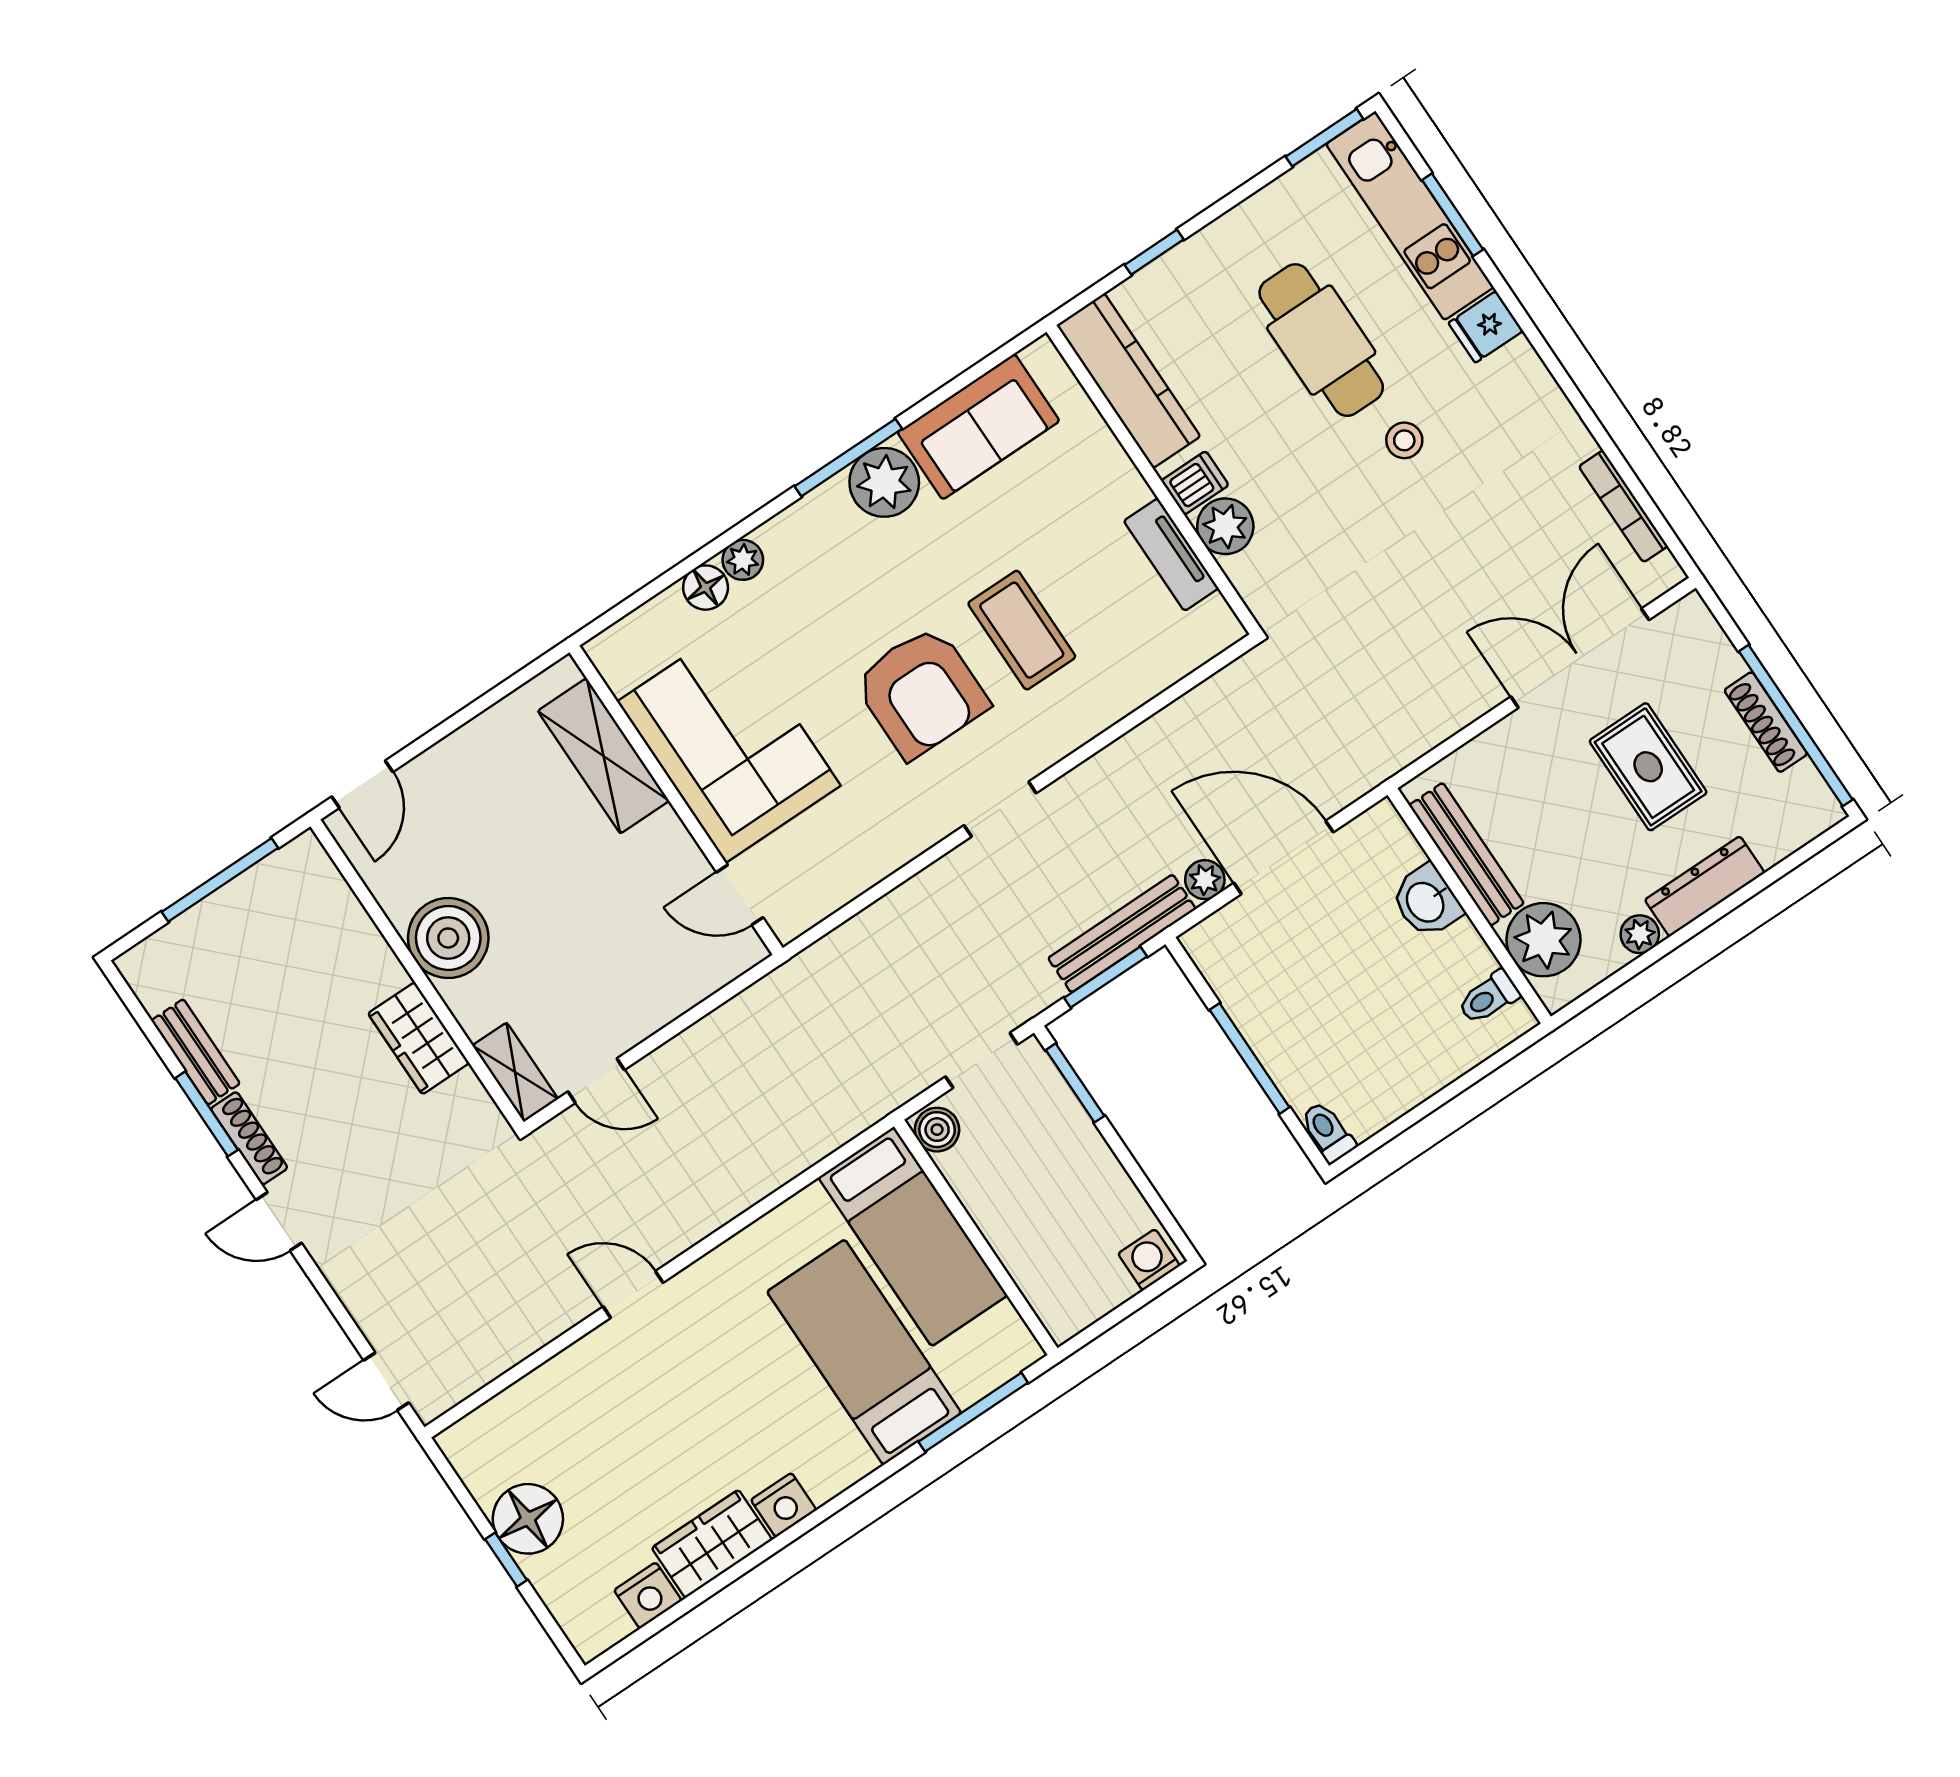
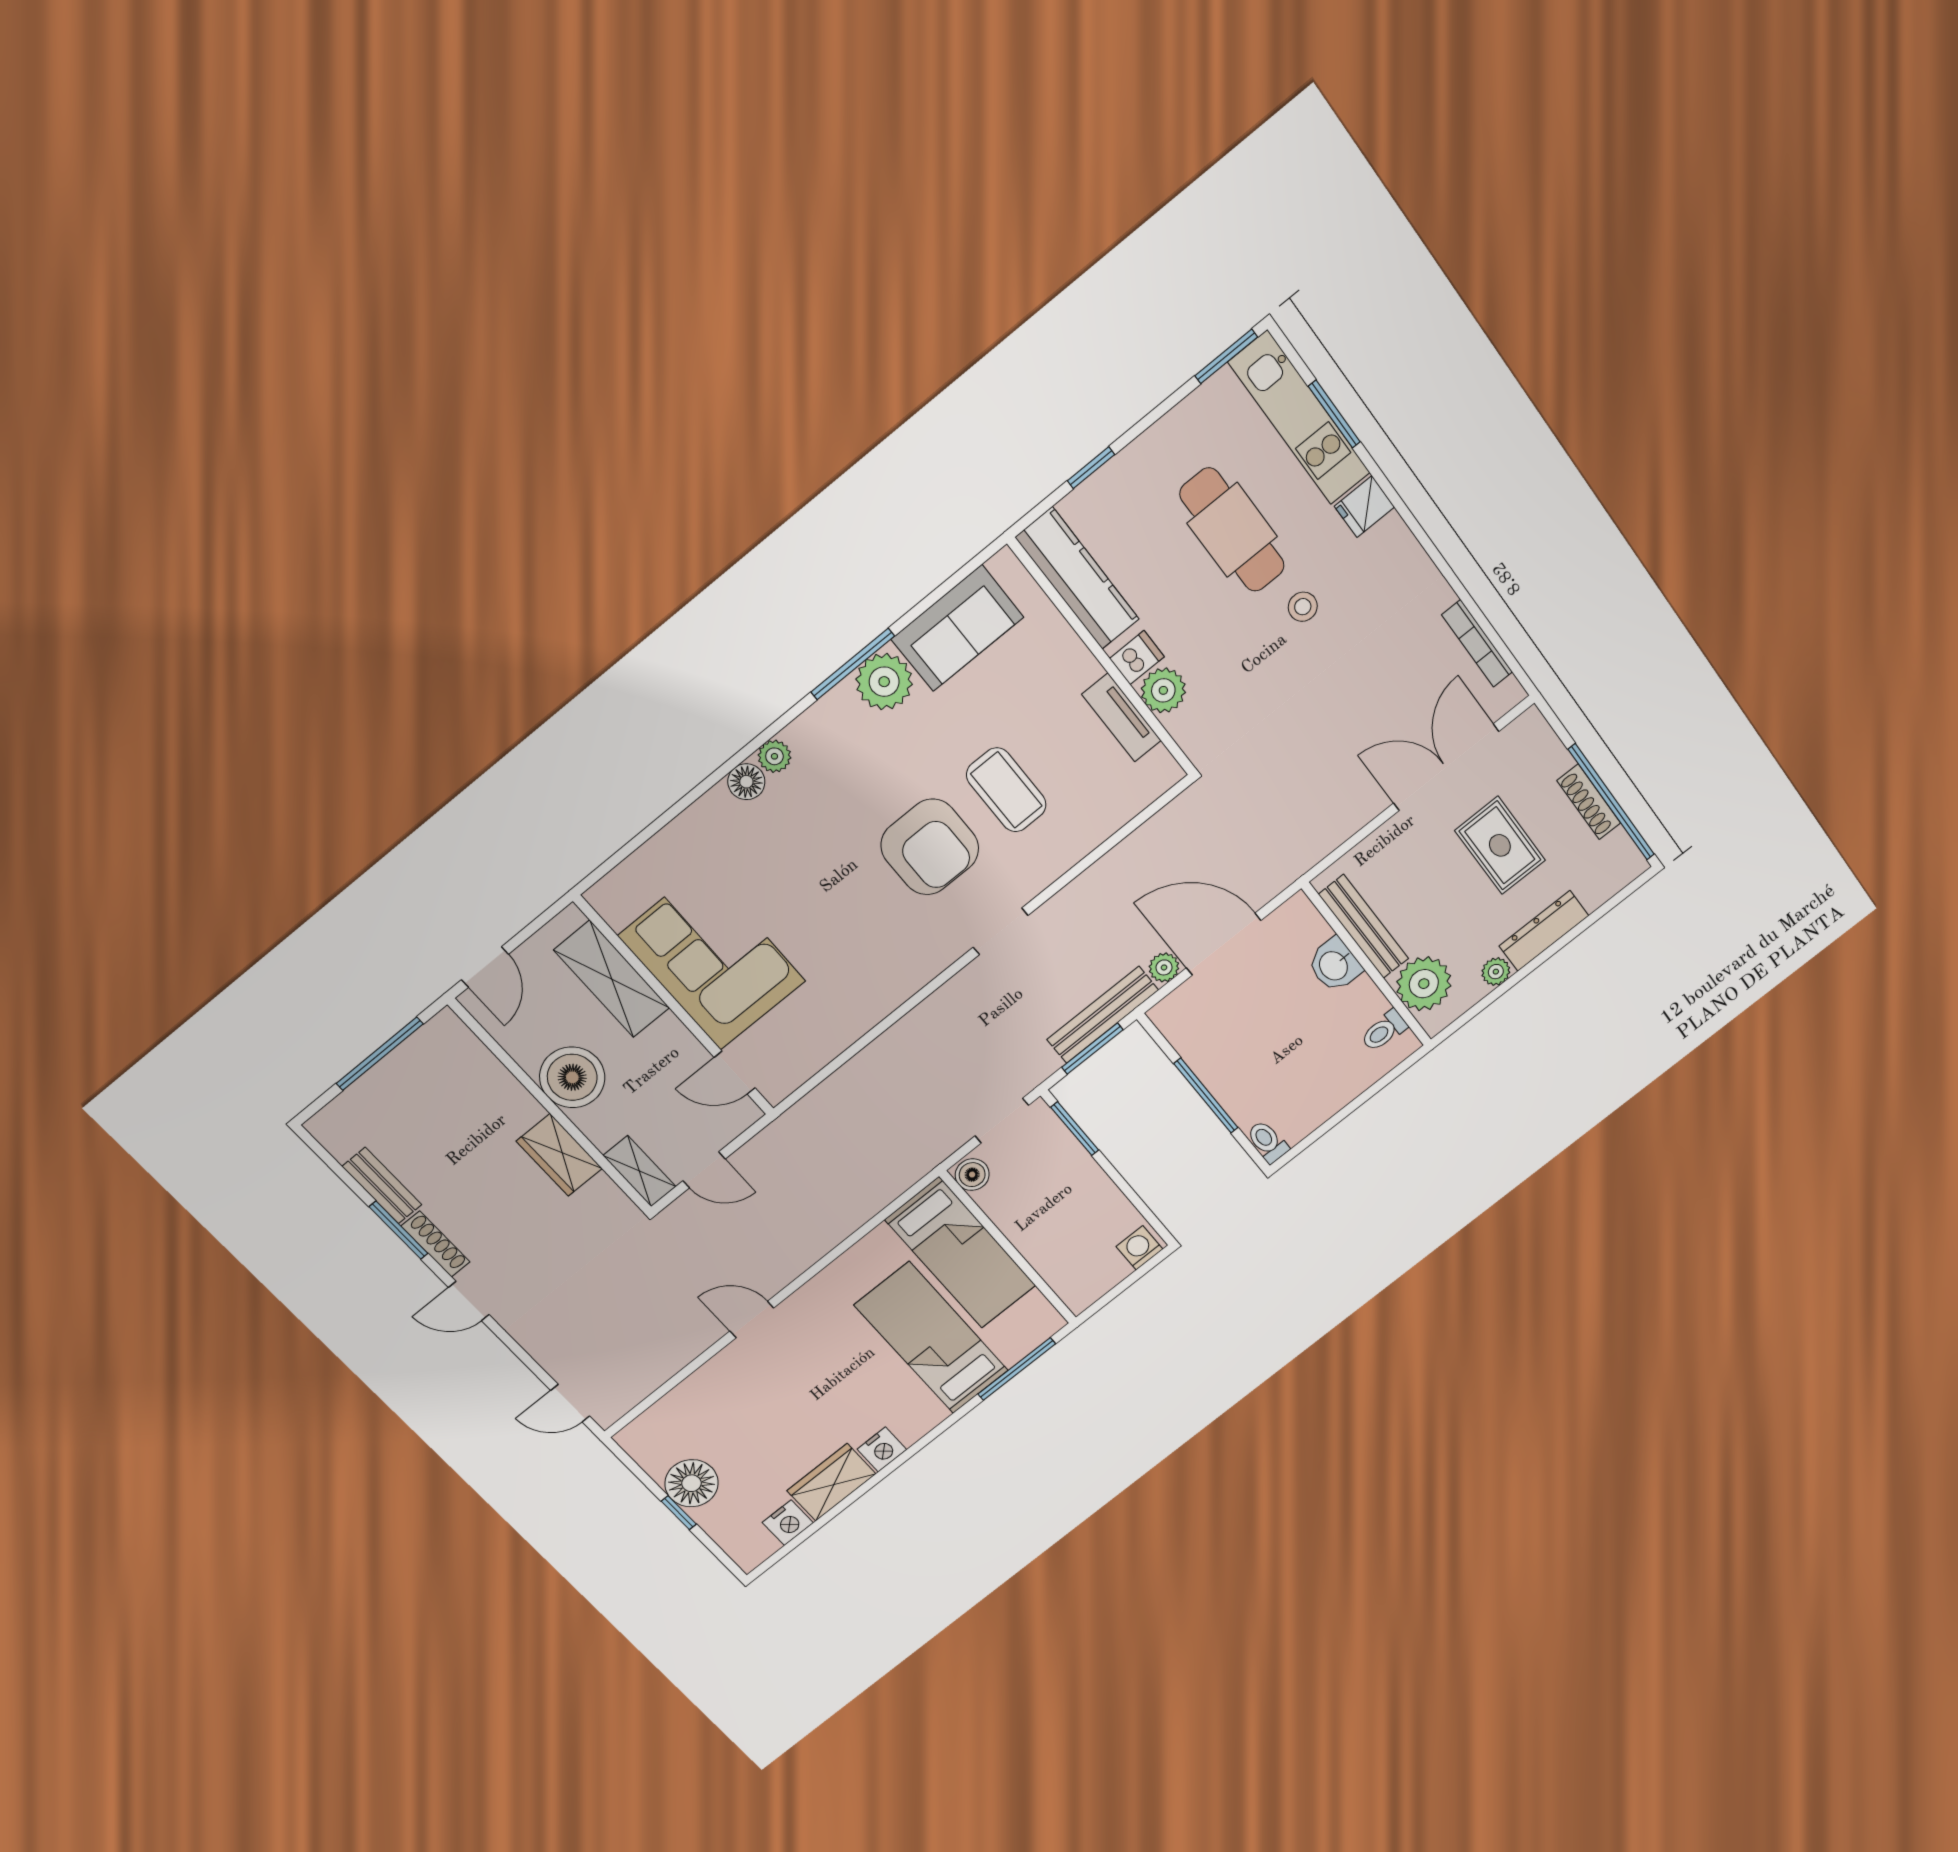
corner sofa: (729, 744) -> (712, 959), moved
shelving: (603, 756) -> (612, 979), moved
wall: (676, 800) -> (675, 1007), moved
door: (740, 895) -> (735, 1073), moved

